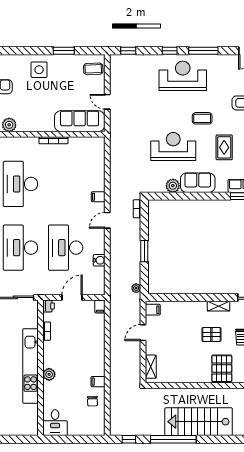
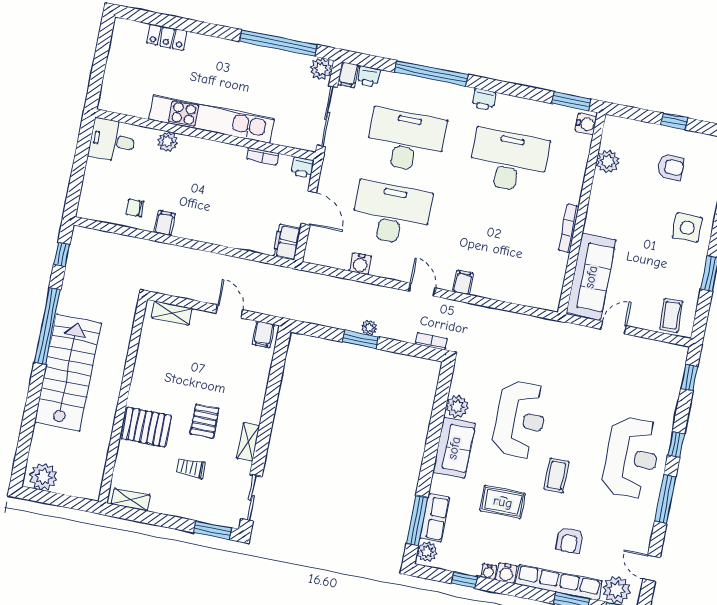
plant: (136, 288) -> (369, 327), moved
filing cabinet: (100, 306) -> (287, 242), width x2.00
plant: (49, 374) -> (167, 141), moved

